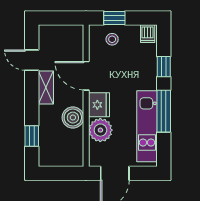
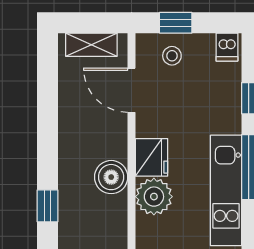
door: (32, 60) -> (48, 88), removed
door: (86, 76) -> (132, 90), moved
shelving: (46, 87) -> (91, 45), moved, turned 90

